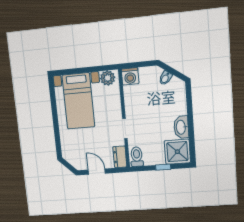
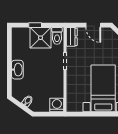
plant: (108, 78) -> (76, 106), removed
washbasin: (181, 127) -> (17, 70), moved
shower: (177, 152) -> (40, 38), moved

